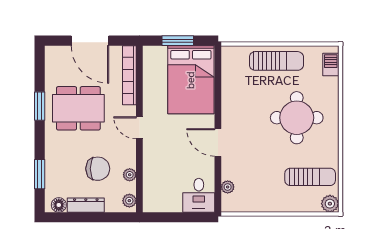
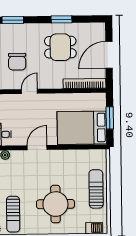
sun lounger: (276, 61) -> (96, 189), turned 180
dining table: (78, 108) -> (60, 47), width x0.73
door: (139, 128) -> (29, 91), moved
plant: (130, 175) -> (13, 85), removed

